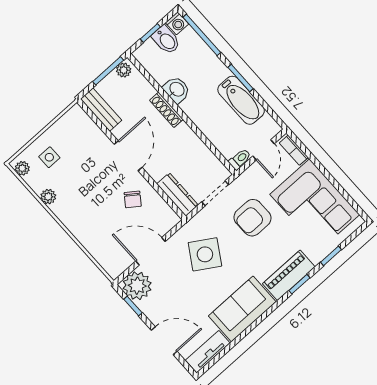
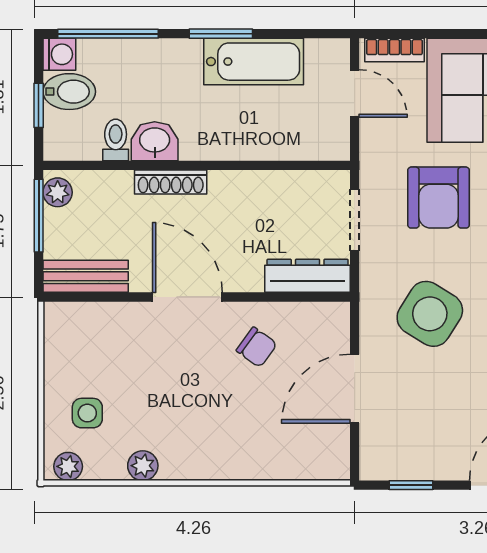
toilet: (240, 159) -> (116, 140), moved
plant: (137, 286) -> (387, 453), removed

